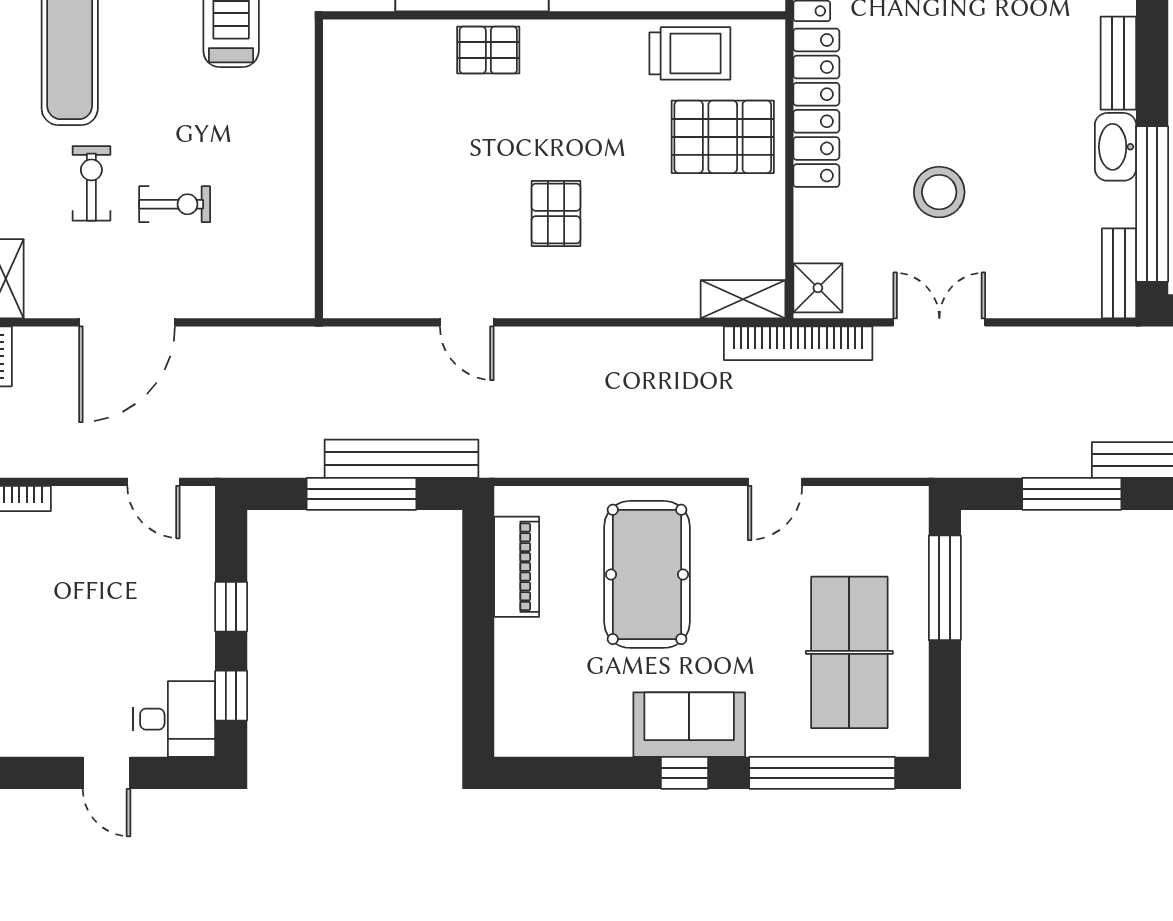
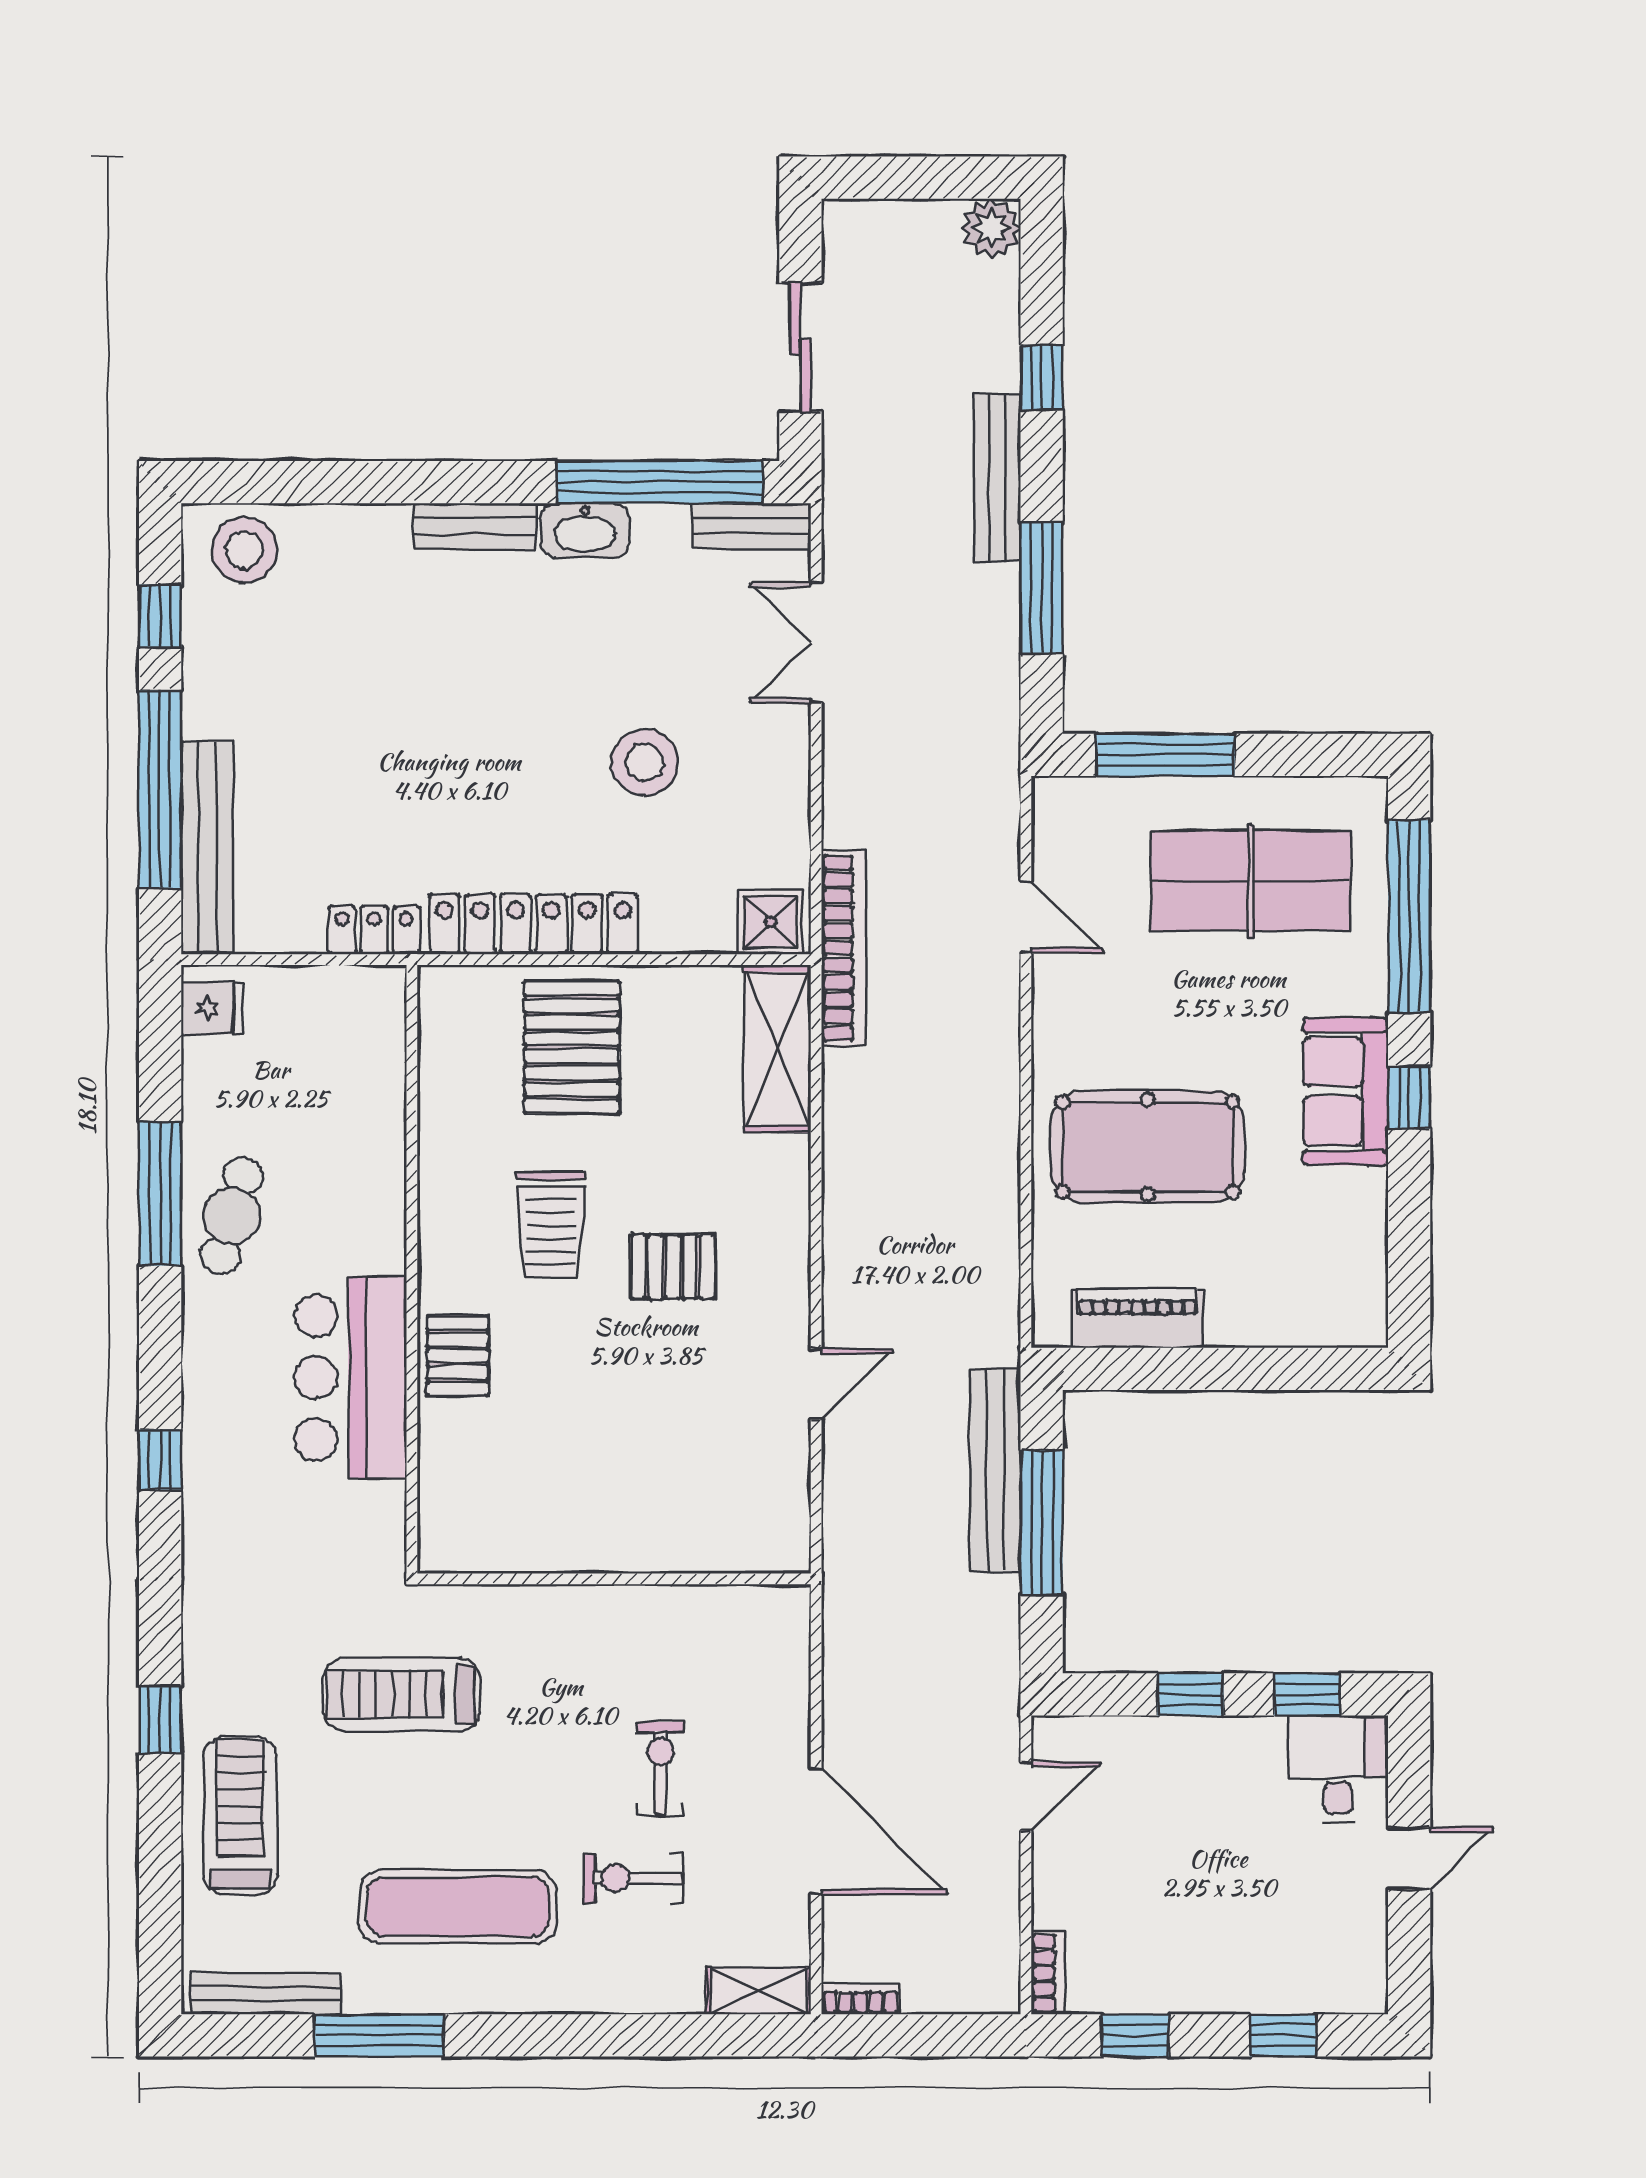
trolley: (690, 53) -> (551, 1225), moved, turned 180
shelving: (743, 299) -> (777, 1049), width x1.50, depth x1.33
double door: (939, 322) -> (816, 643), moved
door: (775, 482) -> (1026, 917), moved

